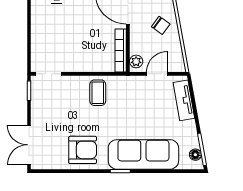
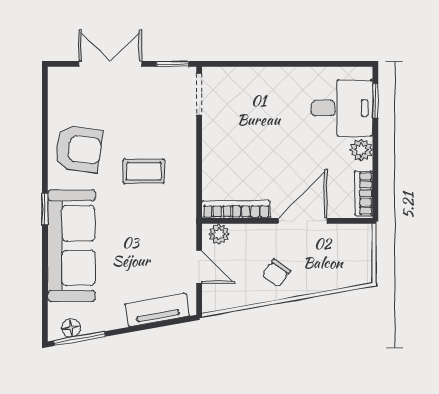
coffee table: (98, 93) -> (144, 171), moved
double door: (29, 145) -> (110, 64), moved
armchair: (83, 150) -> (79, 149), turned -82

